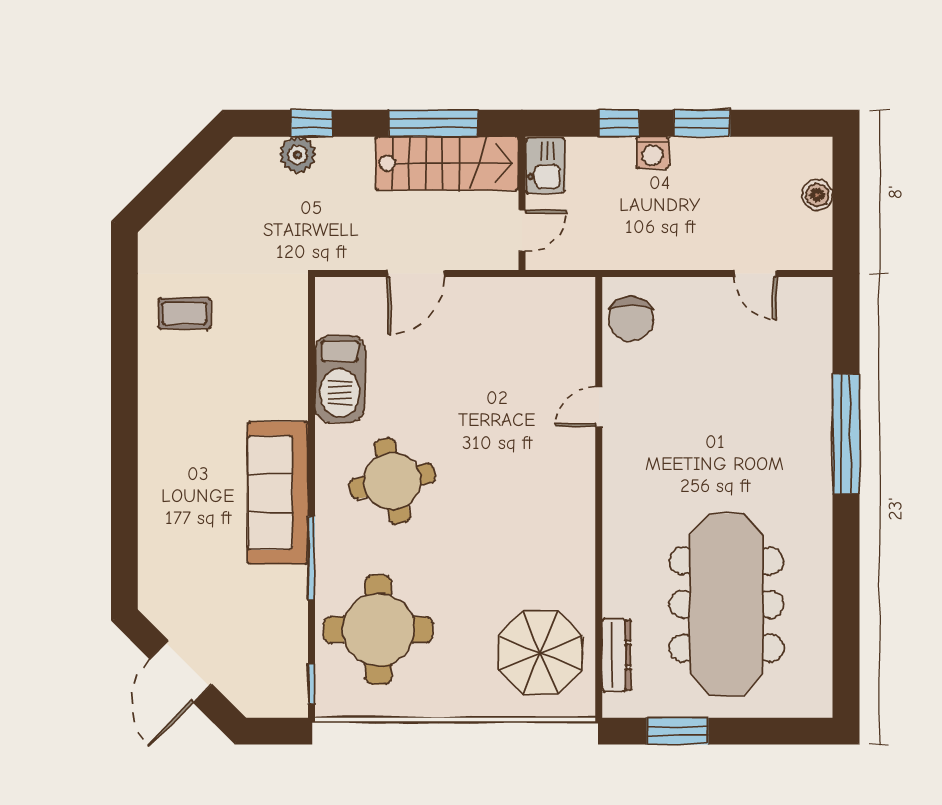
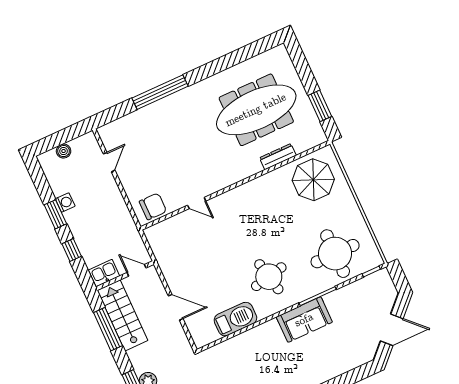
washing machine: (653, 153) -> (65, 203), moved
sofa: (278, 493) -> (304, 320), width x0.73
dresser: (616, 655) -> (278, 157), moved

